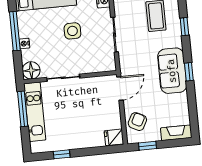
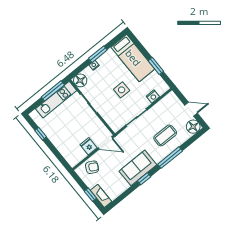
window: (184, 27) -> (170, 158), width x2.17
window: (15, 31) -> (98, 54), width x0.69
fridge: (114, 137) -> (89, 146), moved
window: (147, 146) -> (90, 195), moved

